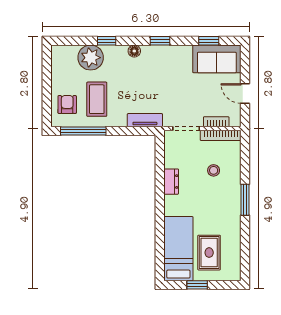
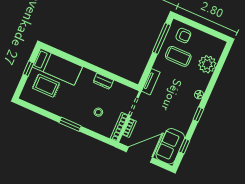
window: (107, 41) -> (214, 79), removed
door: (245, 94) -> (139, 155), width x1.88

